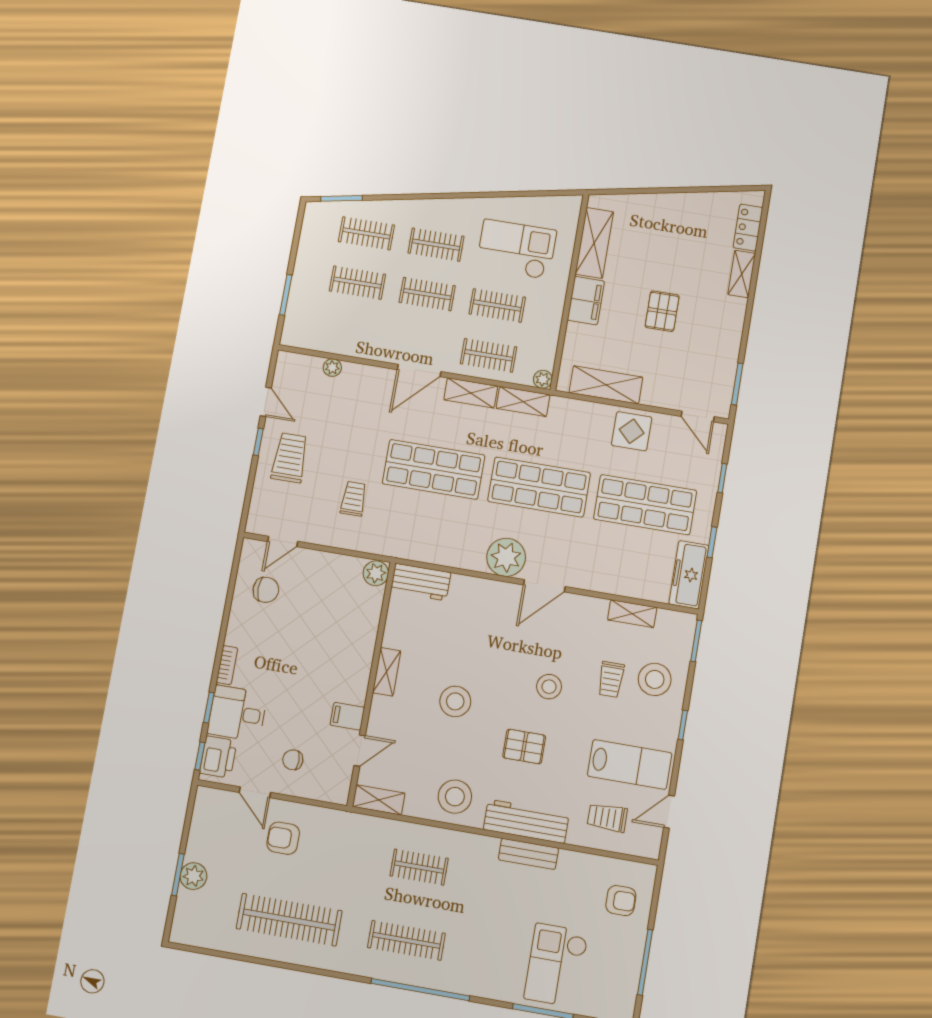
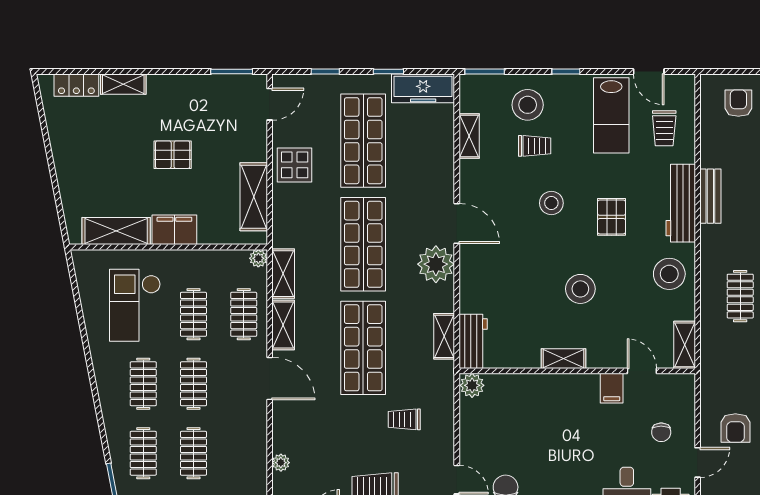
shelving: (431, 553) -> (444, 336), added
lab bench: (630, 764) -> (611, 115), turned 180

